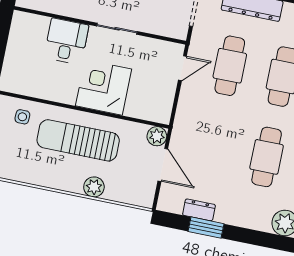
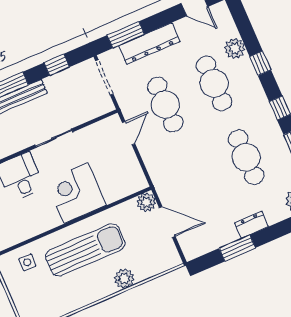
sun lounger: (78, 140) -> (85, 250), turned 180
dresser: (199, 210) -> (252, 225), moved

